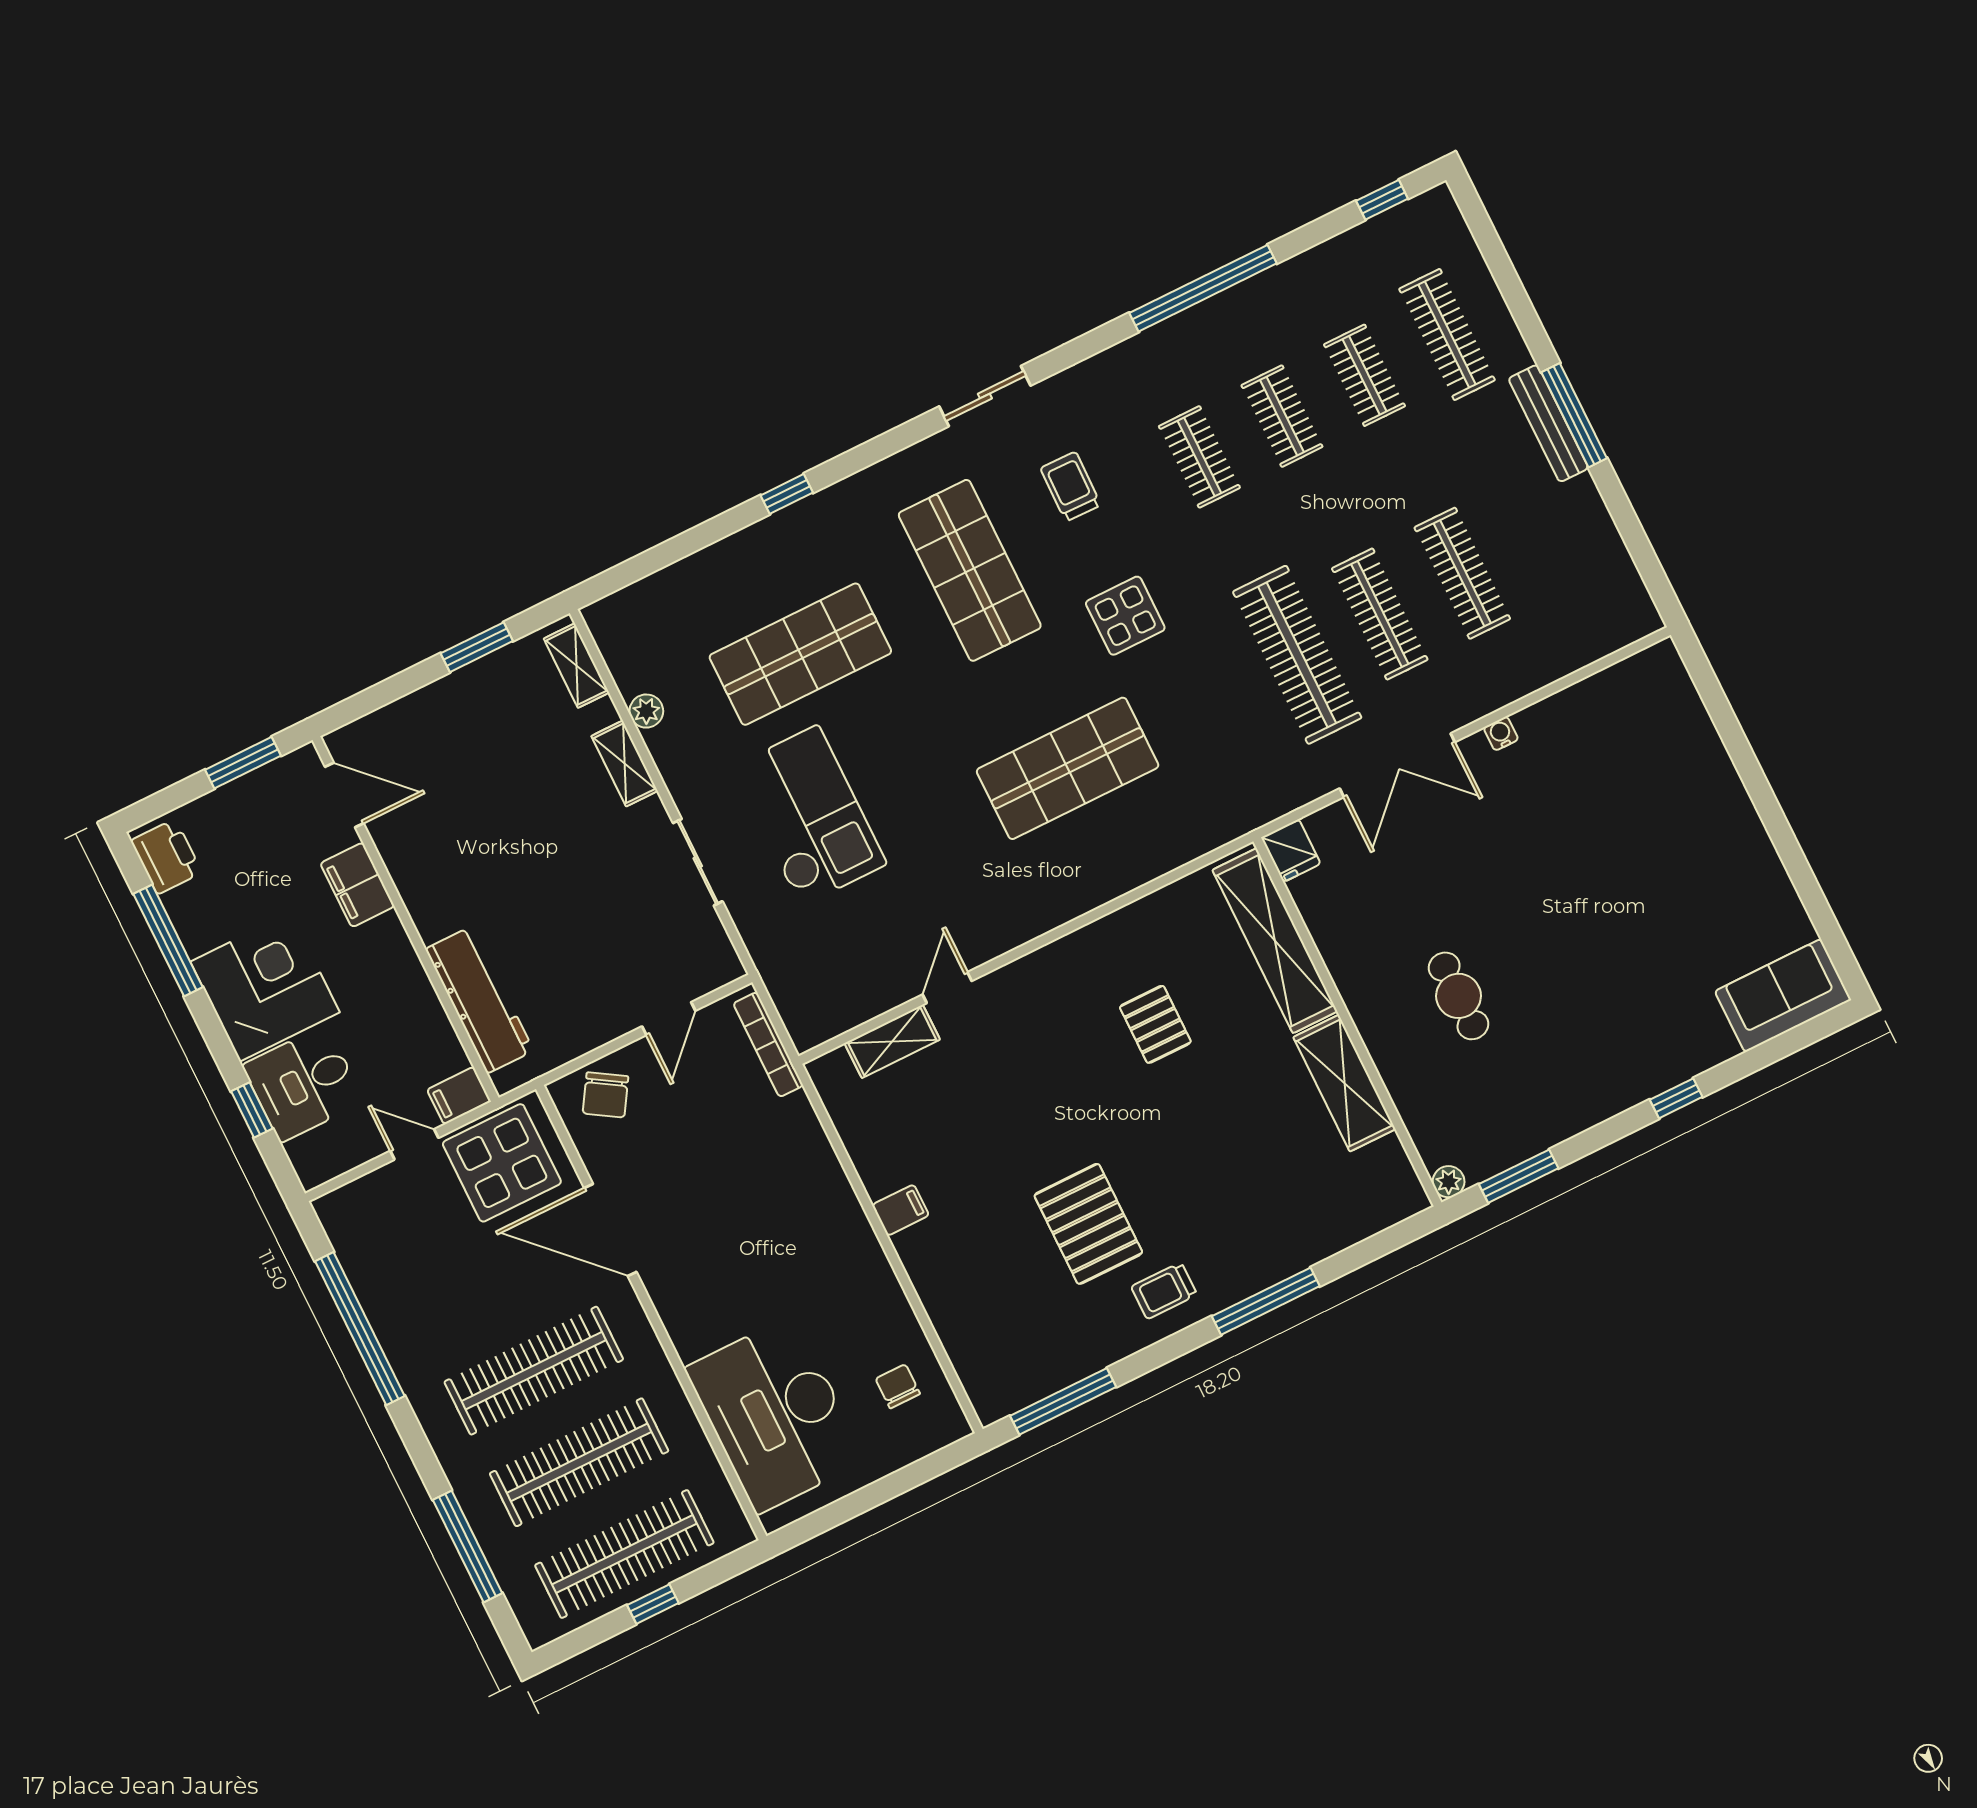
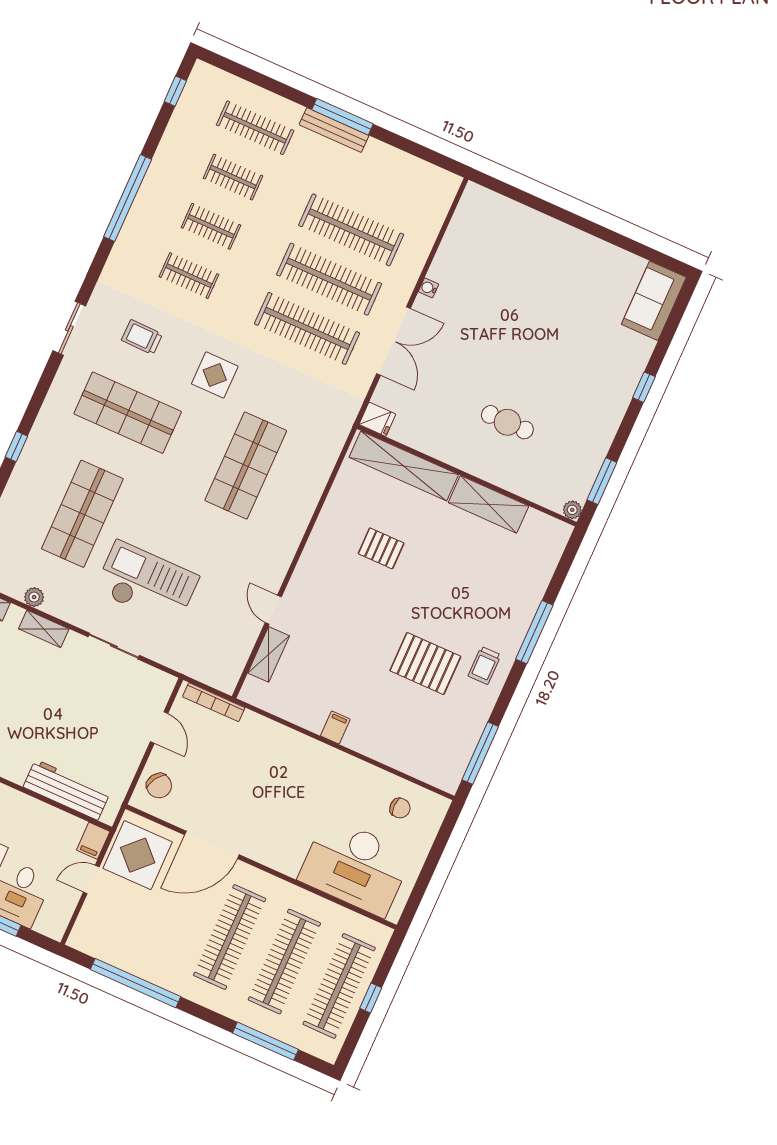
clothes rail: (1462, 573) -> (351, 230), width x1.37, depth x1.31
clothes rail: (1380, 614) -> (329, 279), width x1.37, depth x1.31
chair: (898, 1386) -> (400, 808), turned 180

